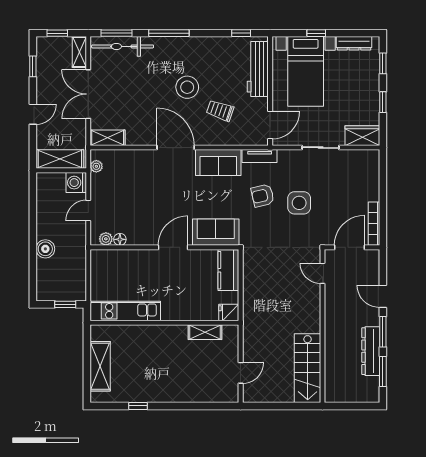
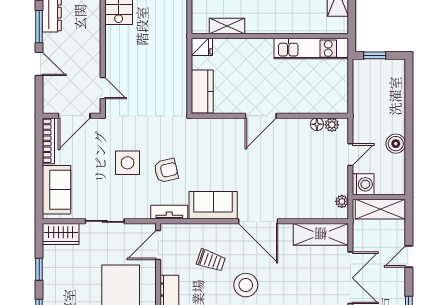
shelving: (108, 138) -> (321, 234), width x1.50, depth x1.33
sofa: (216, 232) -> (57, 190), moved, turned -90
boiler: (45, 249) -> (396, 144), moved

